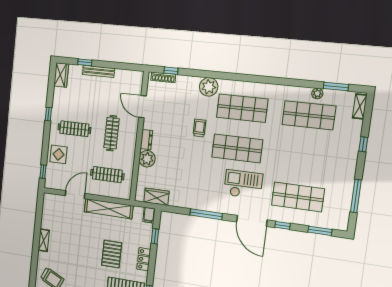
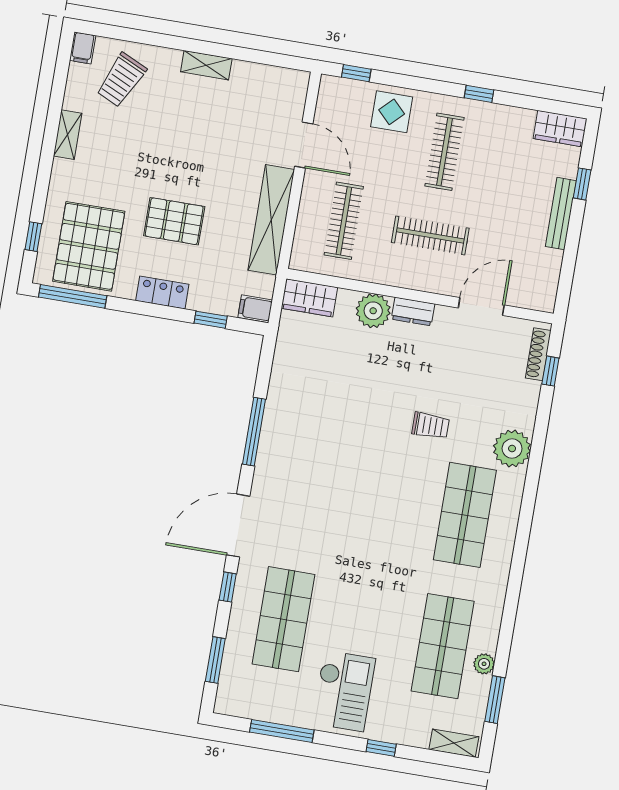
shop shelf: (237, 148) -> (385, 502), removed
checkout: (243, 184) -> (344, 691), moved
wardrobe: (156, 197) -> (309, 298), moved, turned 90

